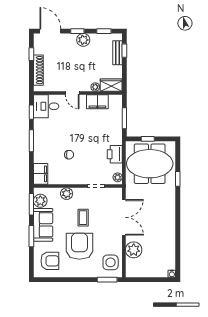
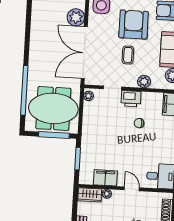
window: (148, 139) -> (54, 135), width x2.17
printer: (115, 154) -> (131, 99), moved, turned 90
window: (178, 179) -> (24, 90), width x3.17
double door: (124, 217) -> (84, 53), width x1.36
armchair: (79, 246) -> (134, 25), turned 180

